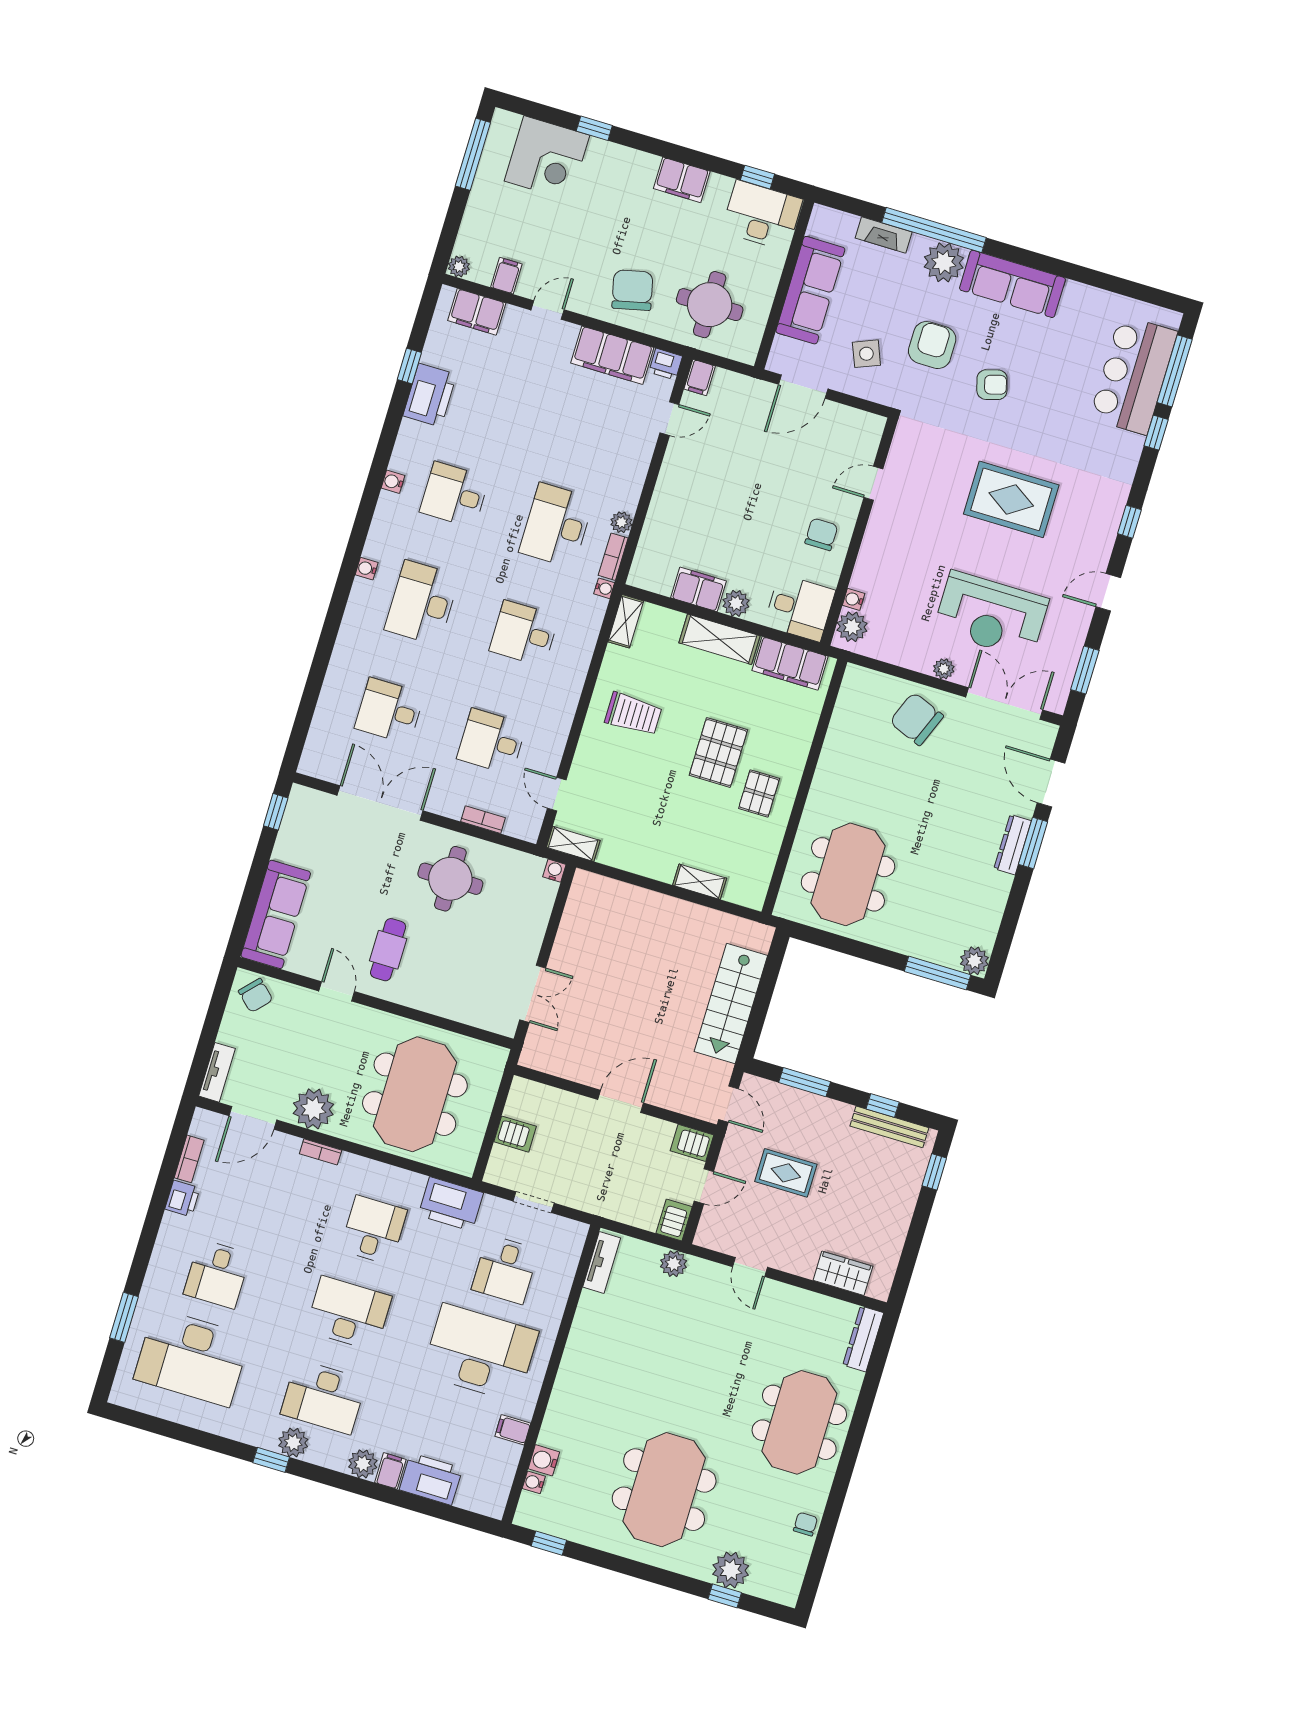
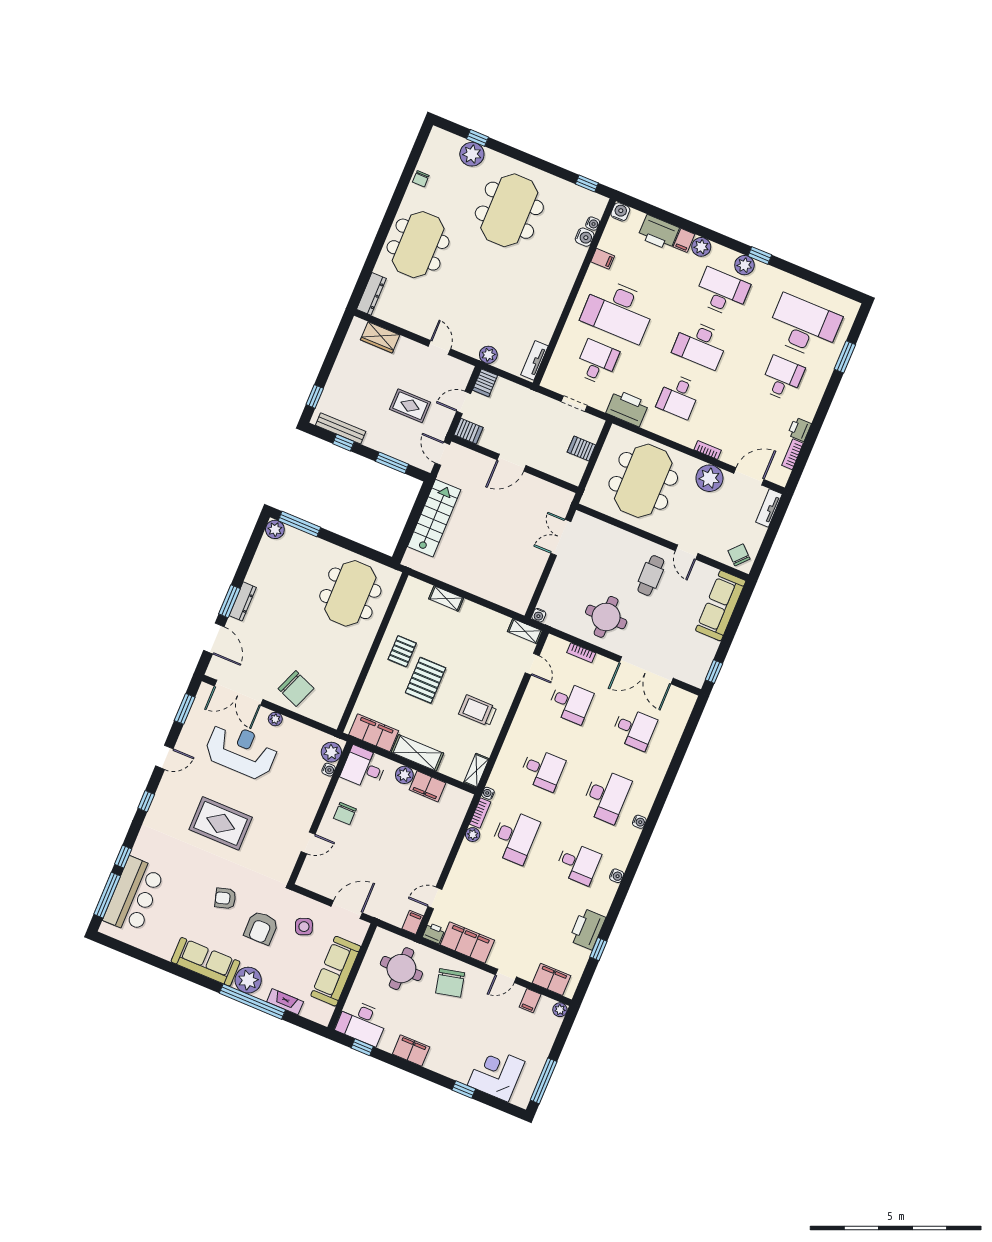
water cooler: (493, 1505) -> (620, 212), added

